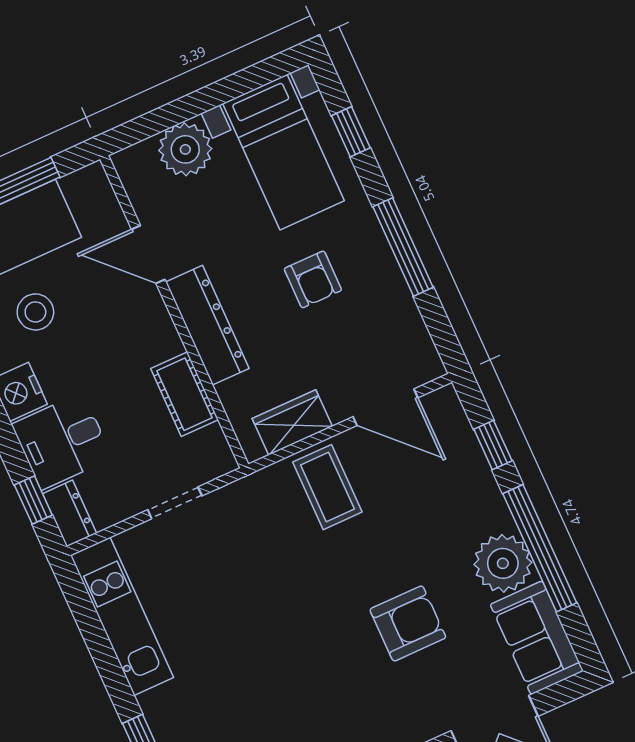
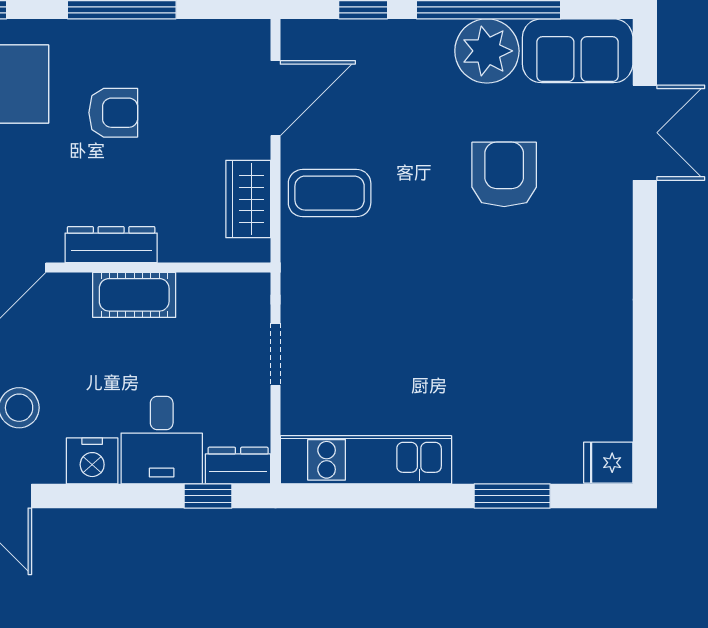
dresser: (207, 325) -> (111, 245), width x0.73, depth x0.80
cot: (185, 394) -> (134, 295), moved

